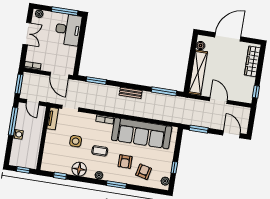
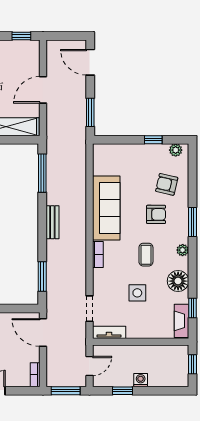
door: (59, 75) -> (43, 333), swing flipped
window: (13, 121) -> (123, 391), width x0.46
sofa: (142, 133) -> (106, 208), width x0.74, depth x0.79
door: (232, 134) -> (90, 62), hinge flipped
fireplace: (53, 167) -> (181, 321), added

